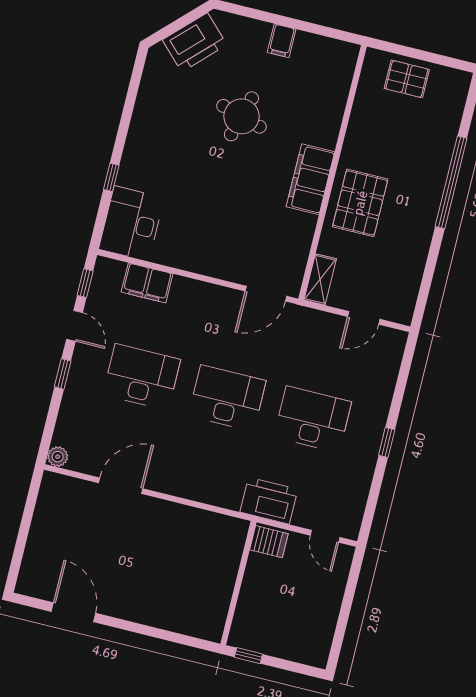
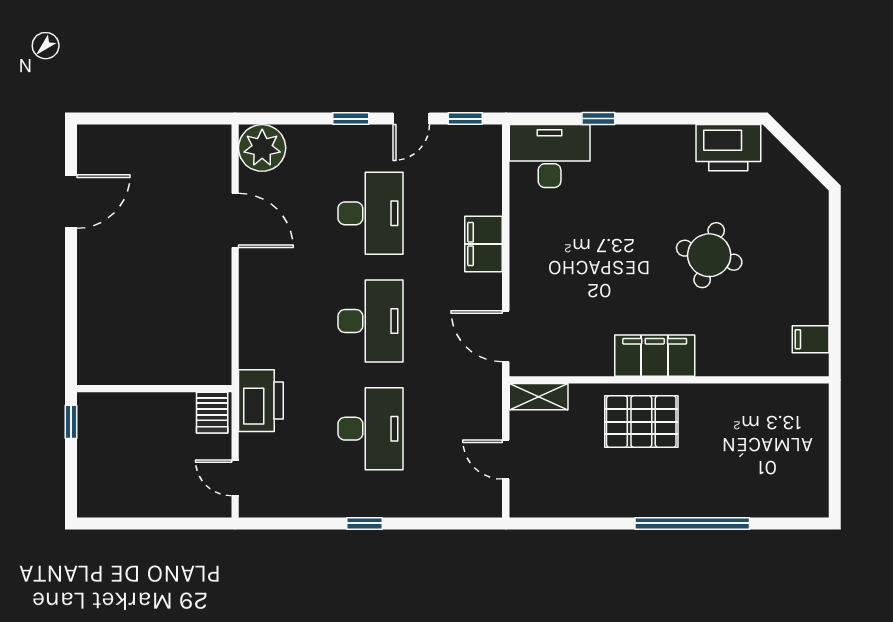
filing cabinet: (282, 41) -> (811, 339), moved
printer: (195, 42) -> (728, 148), moved, turned -45
pallet: (407, 79) -> (802, 441), removed
filing cabinet: (147, 283) -> (484, 244), moved
plant: (58, 457) -> (262, 148), width x1.87, depth x1.87
door: (325, 536) -> (235, 478), hinge flipped

